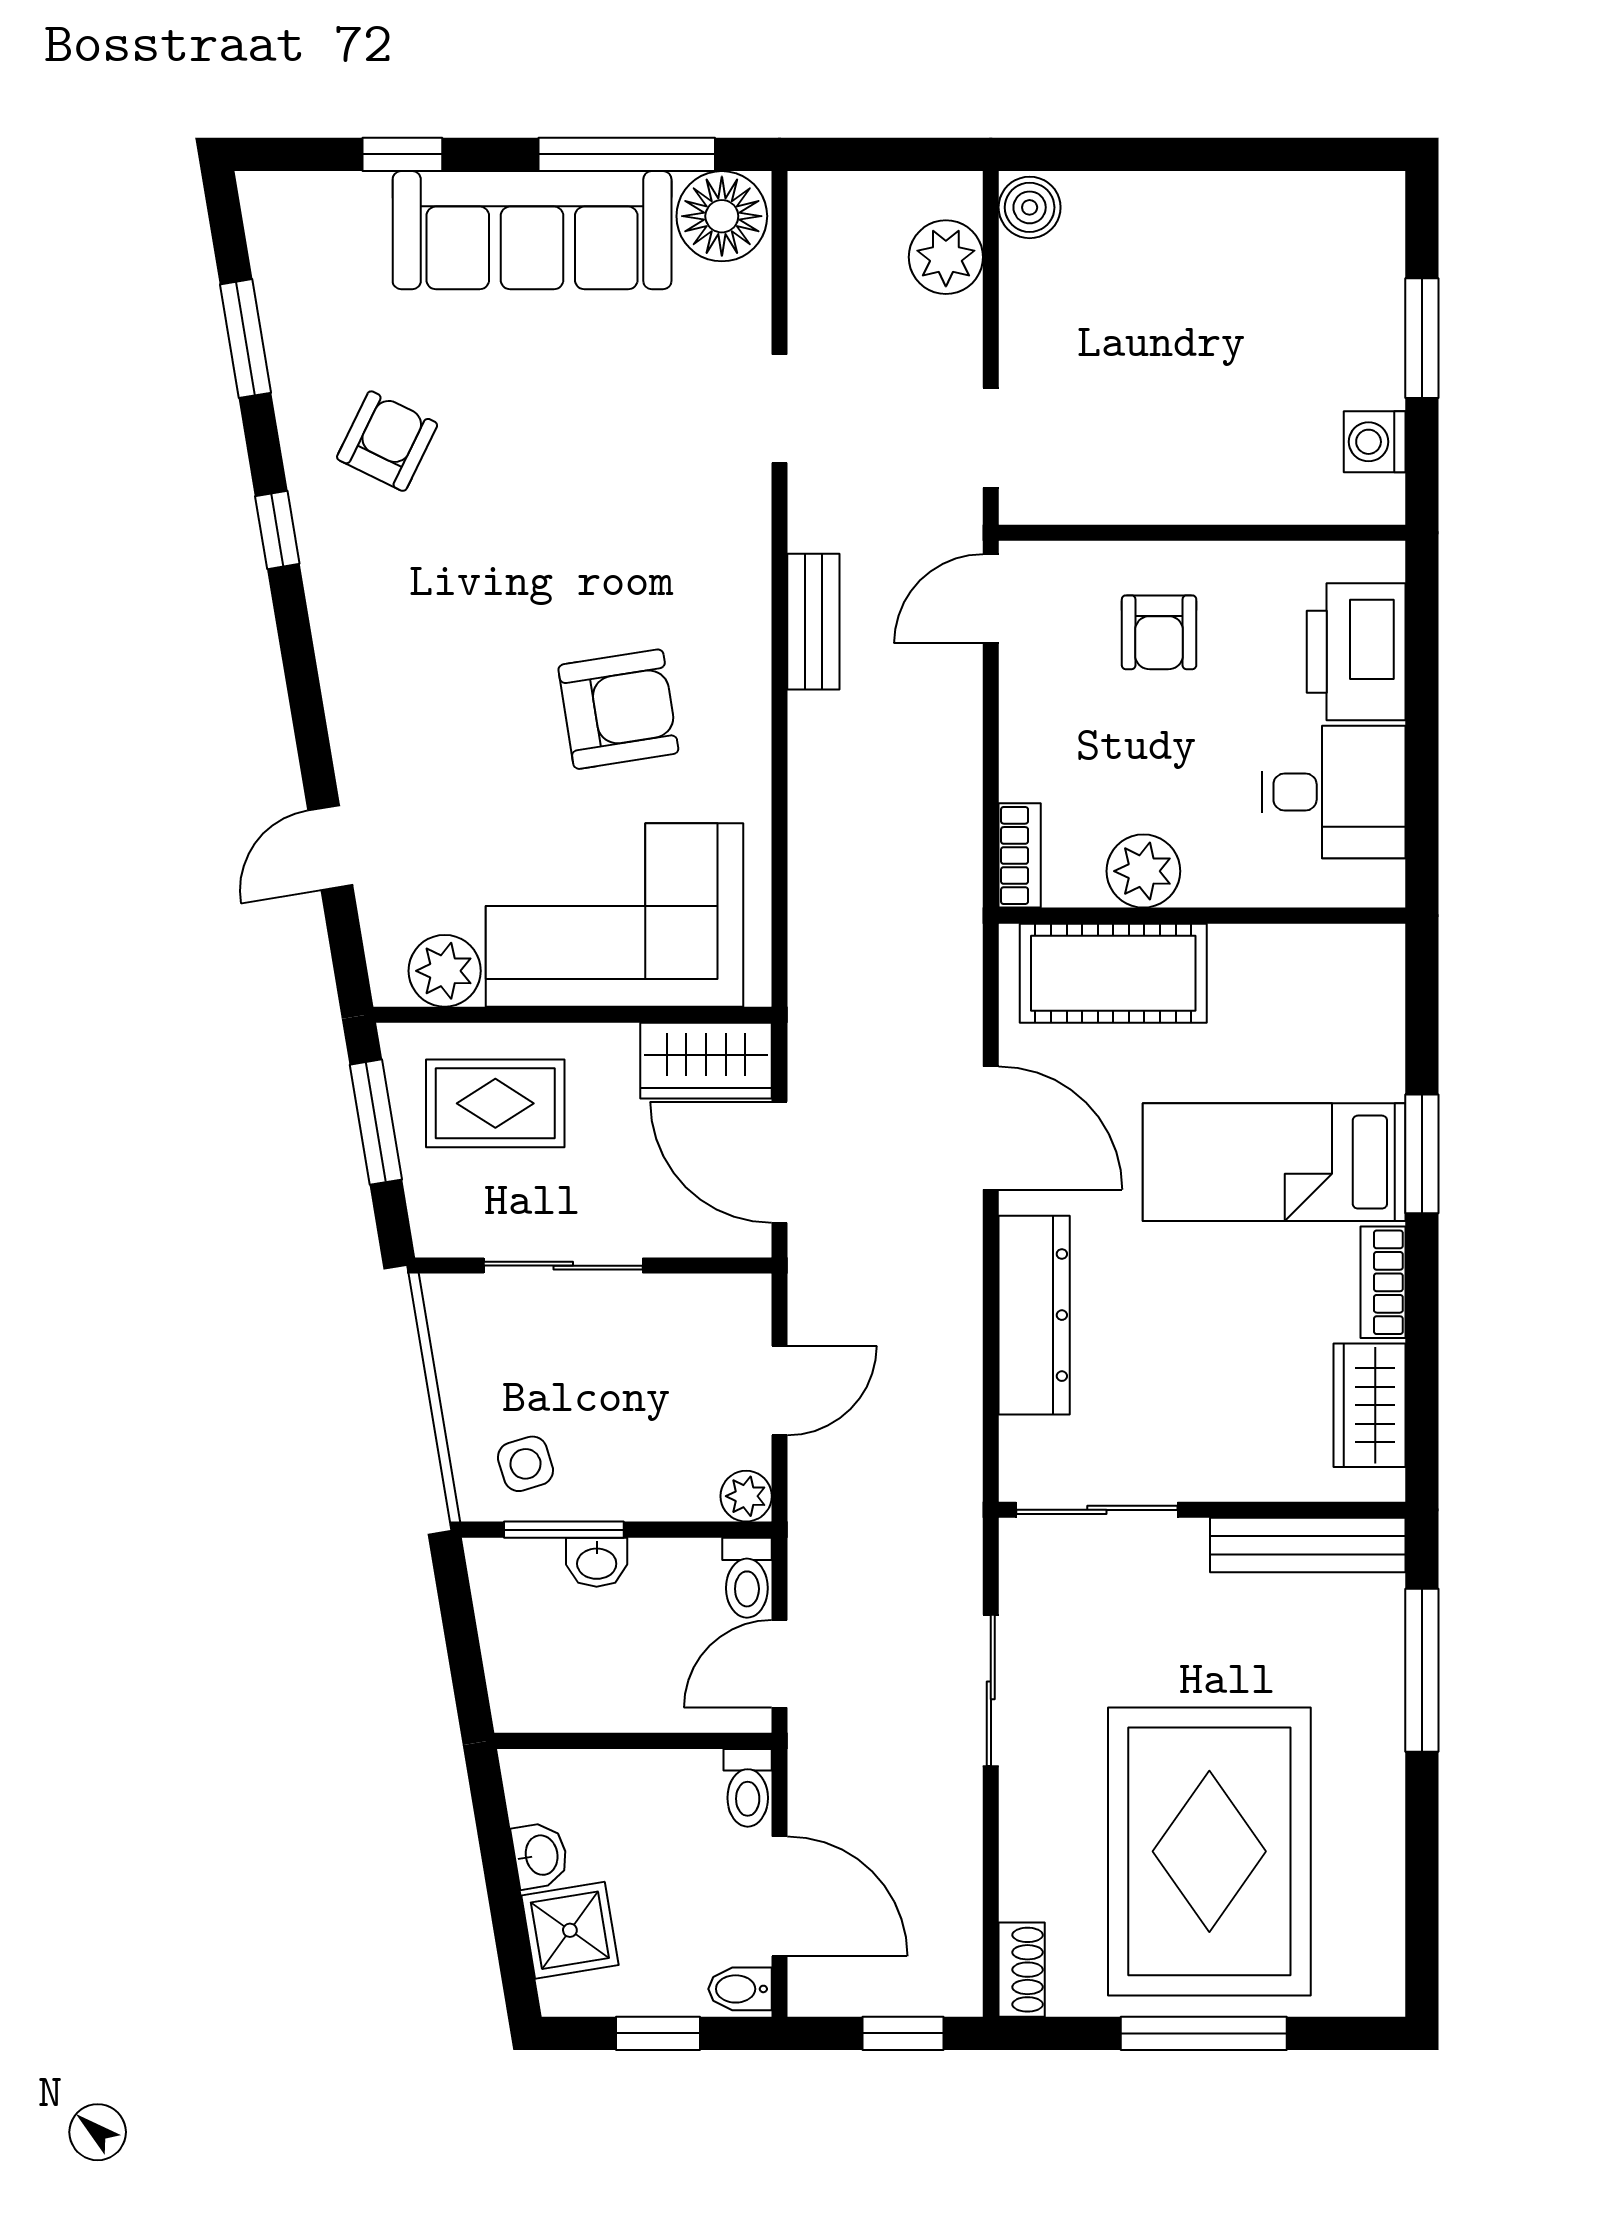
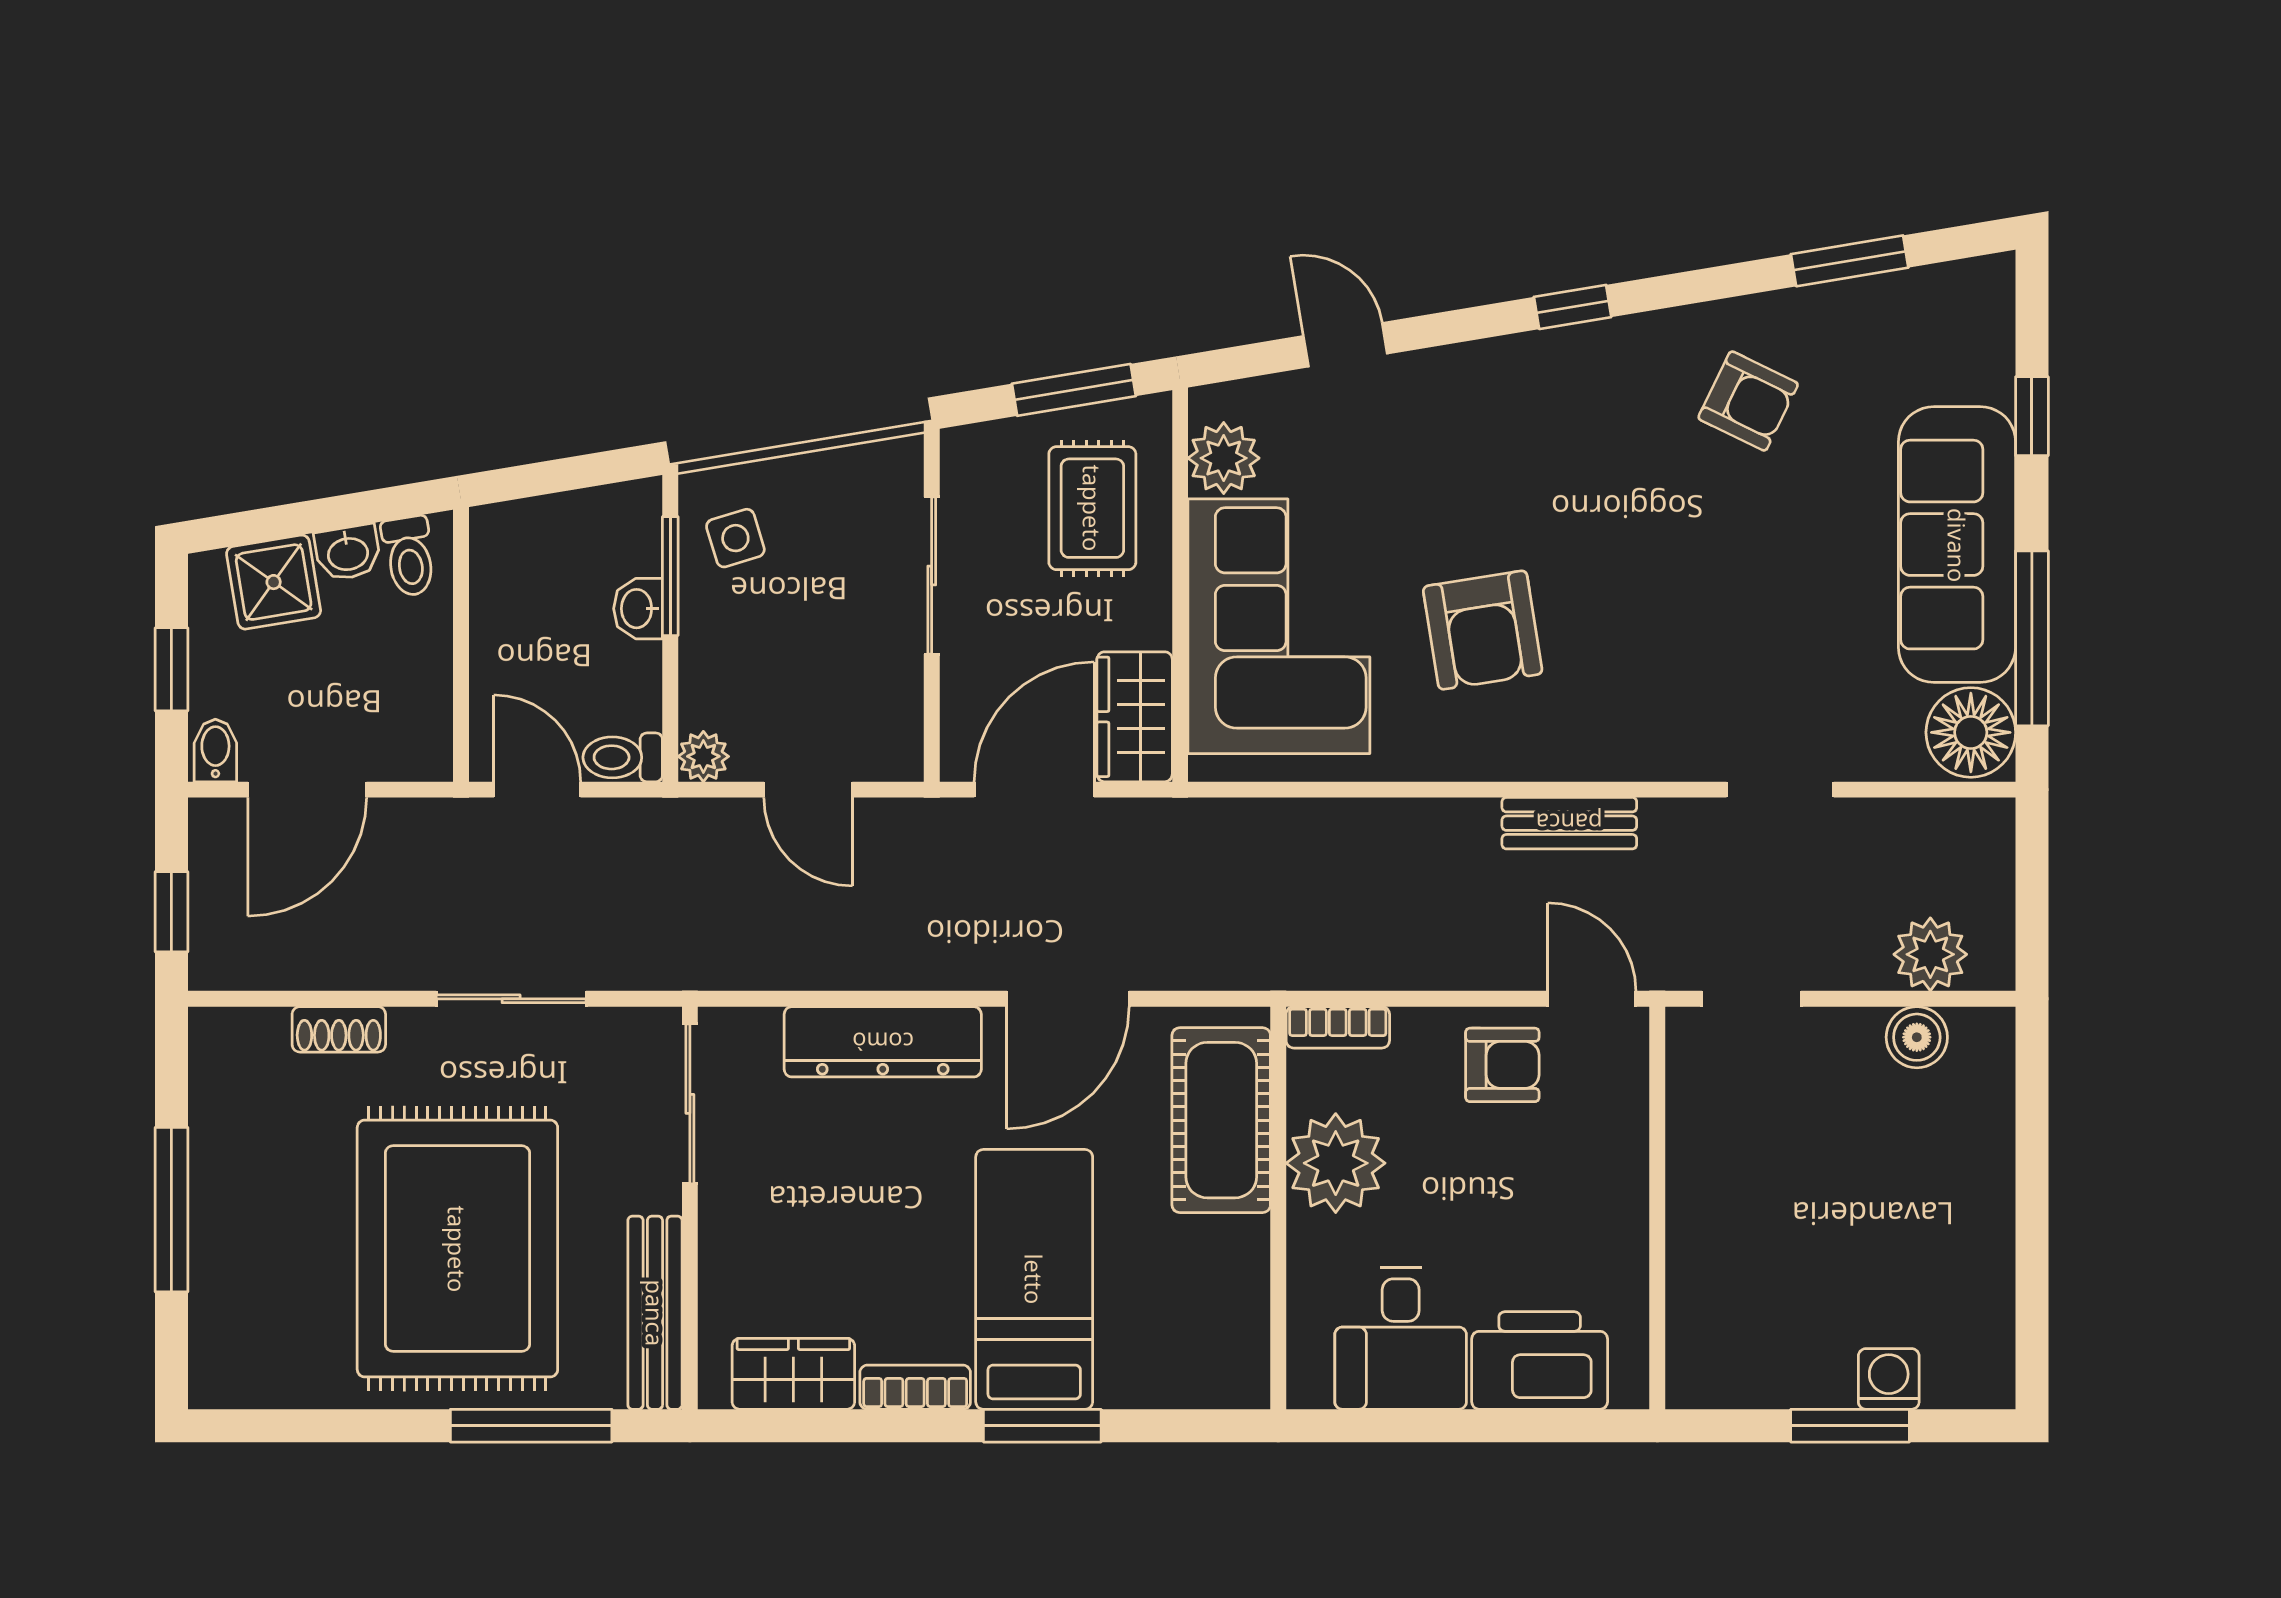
boiler: (1030, 207) -> (1917, 1037), moved
washing machine: (1375, 442) -> (1889, 1379), moved
window: (277, 530) -> (1573, 307), moved
armchair: (1159, 632) -> (1502, 1065), moved, turned 180
plant: (1143, 871) -> (1336, 1163), width x1.36, depth x1.36
toilet: (748, 1788) -> (409, 556), moved, turned -99
rug: (1209, 1851) -> (457, 1249), moved, turned 90
shoe rack: (1022, 1970) -> (339, 1029), moved

